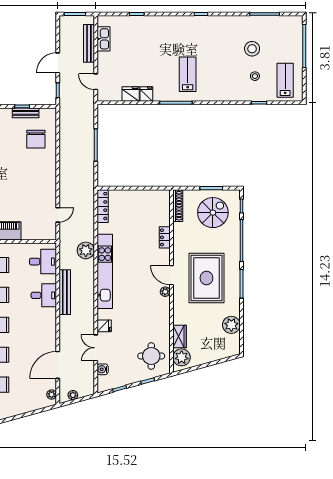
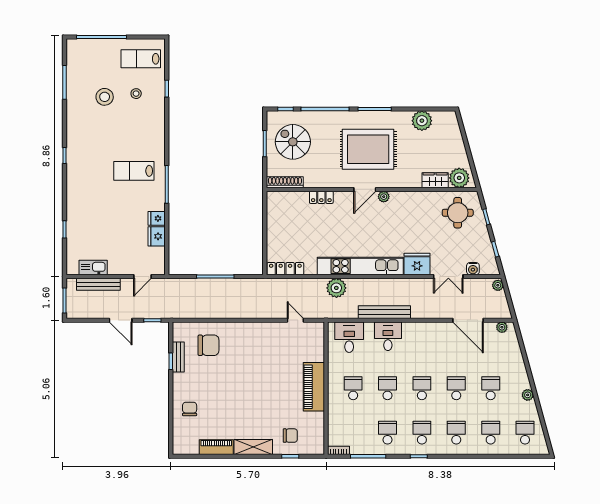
fridge: (104, 326) -> (417, 264), width x1.88, depth x1.34
plant: (73, 395) -> (498, 285), moved

